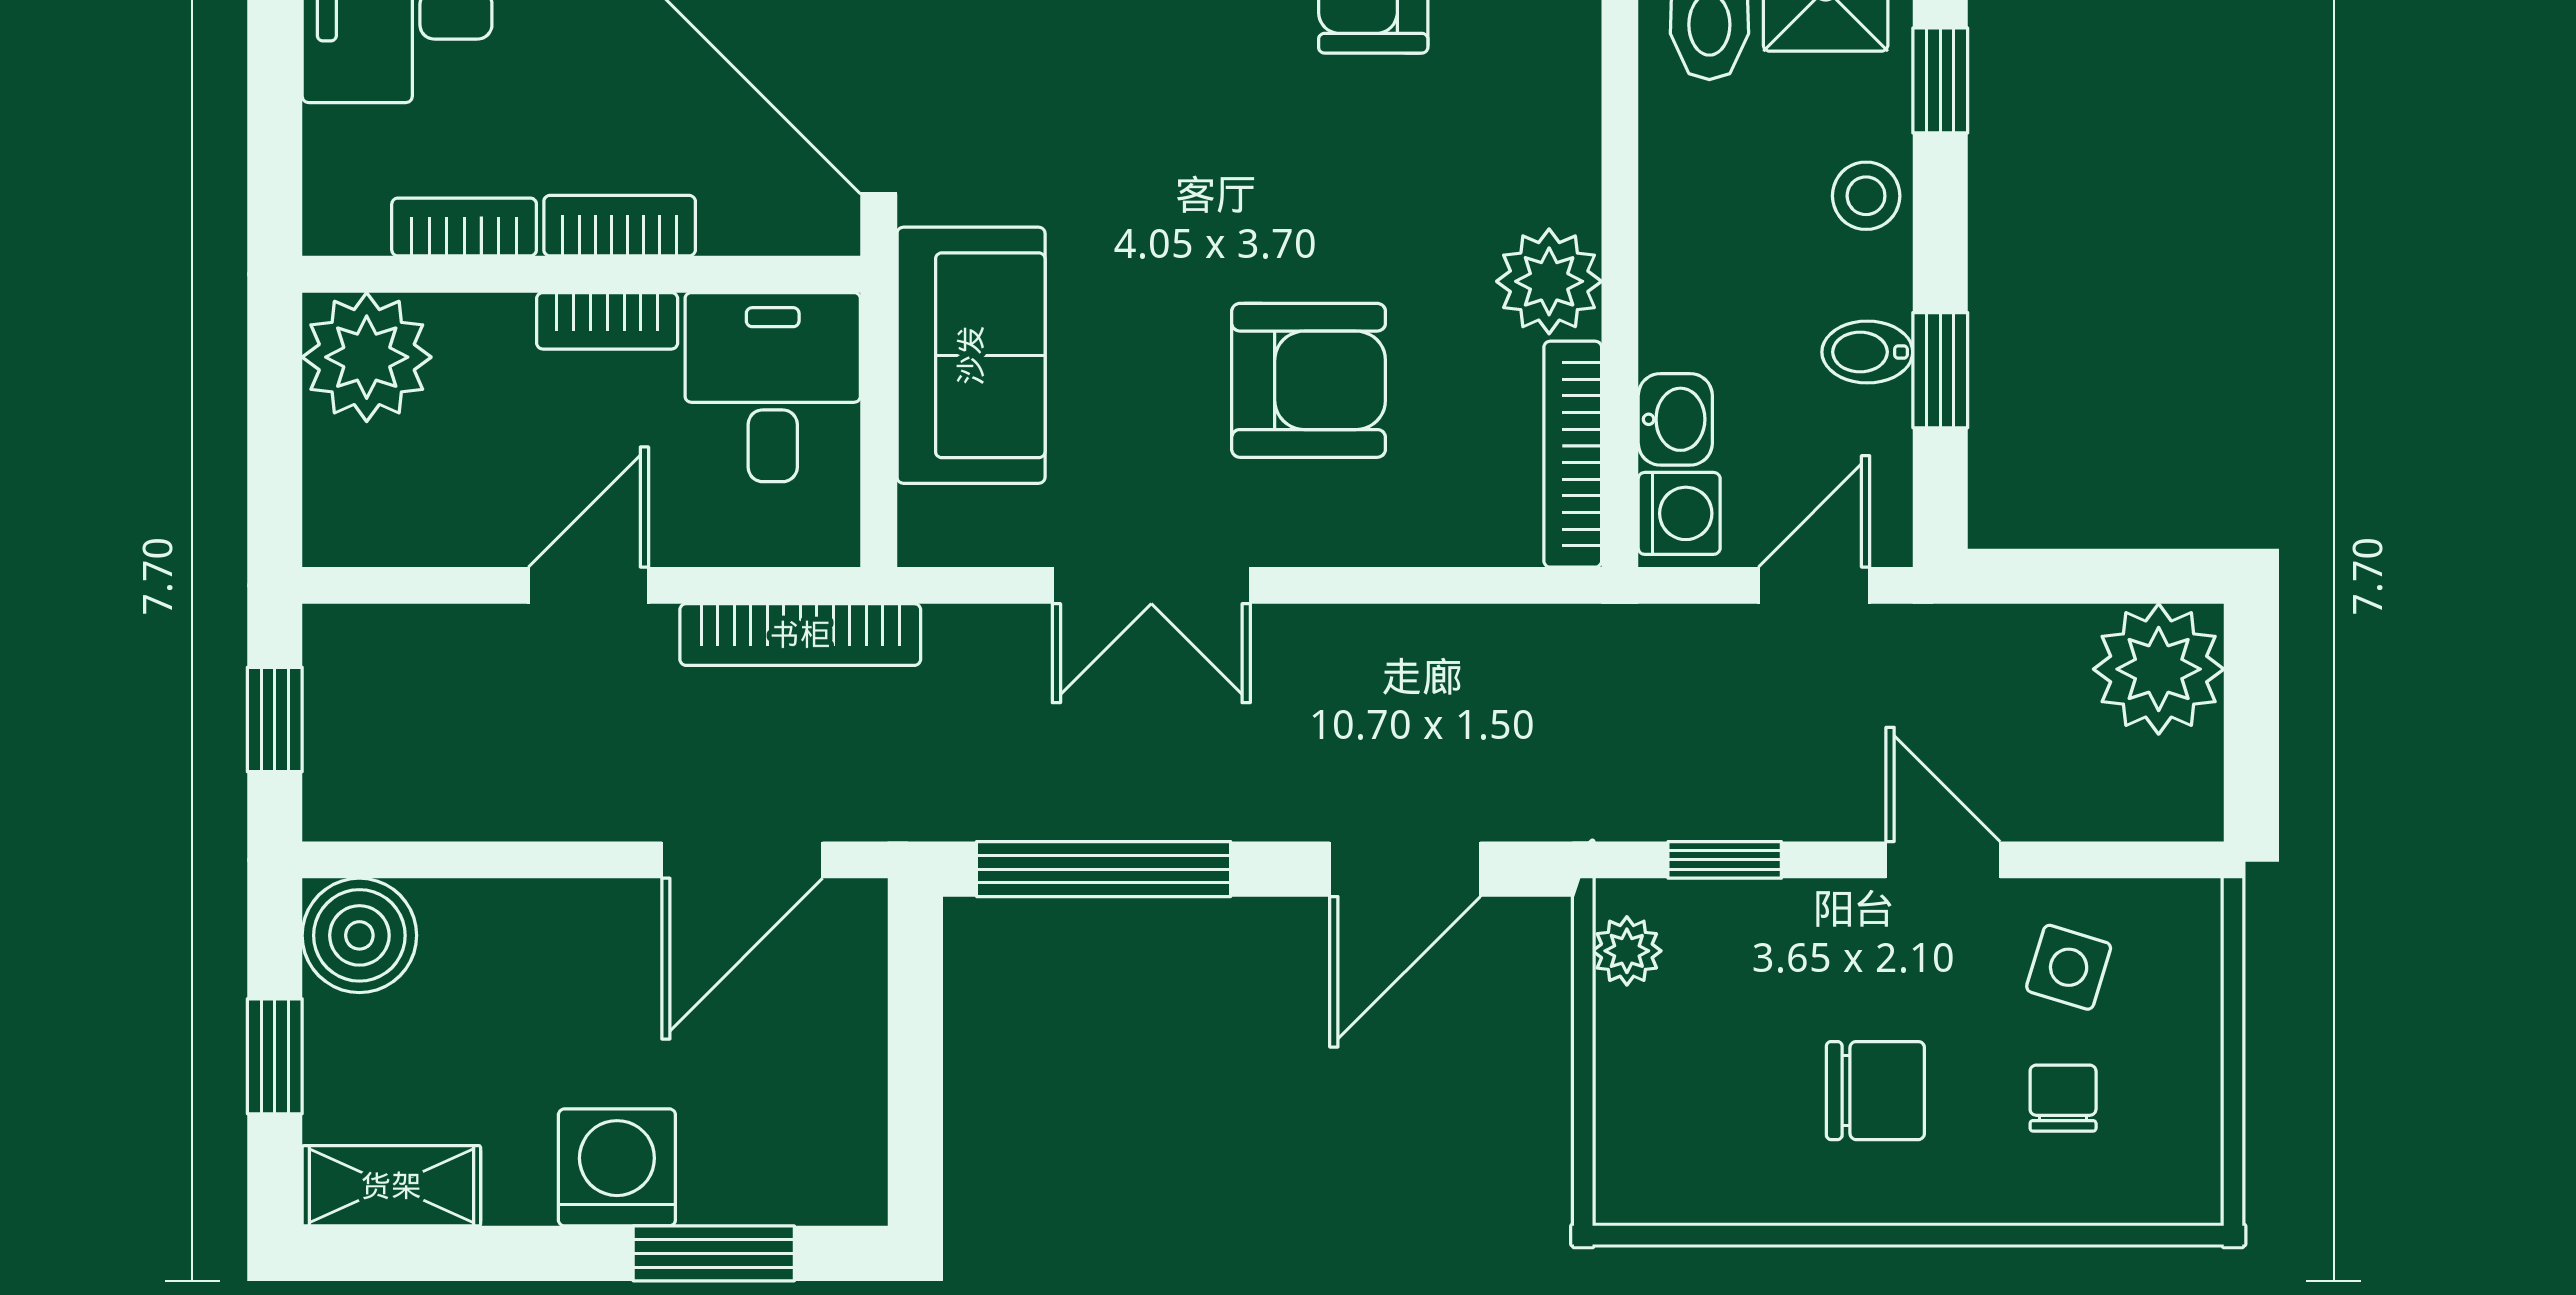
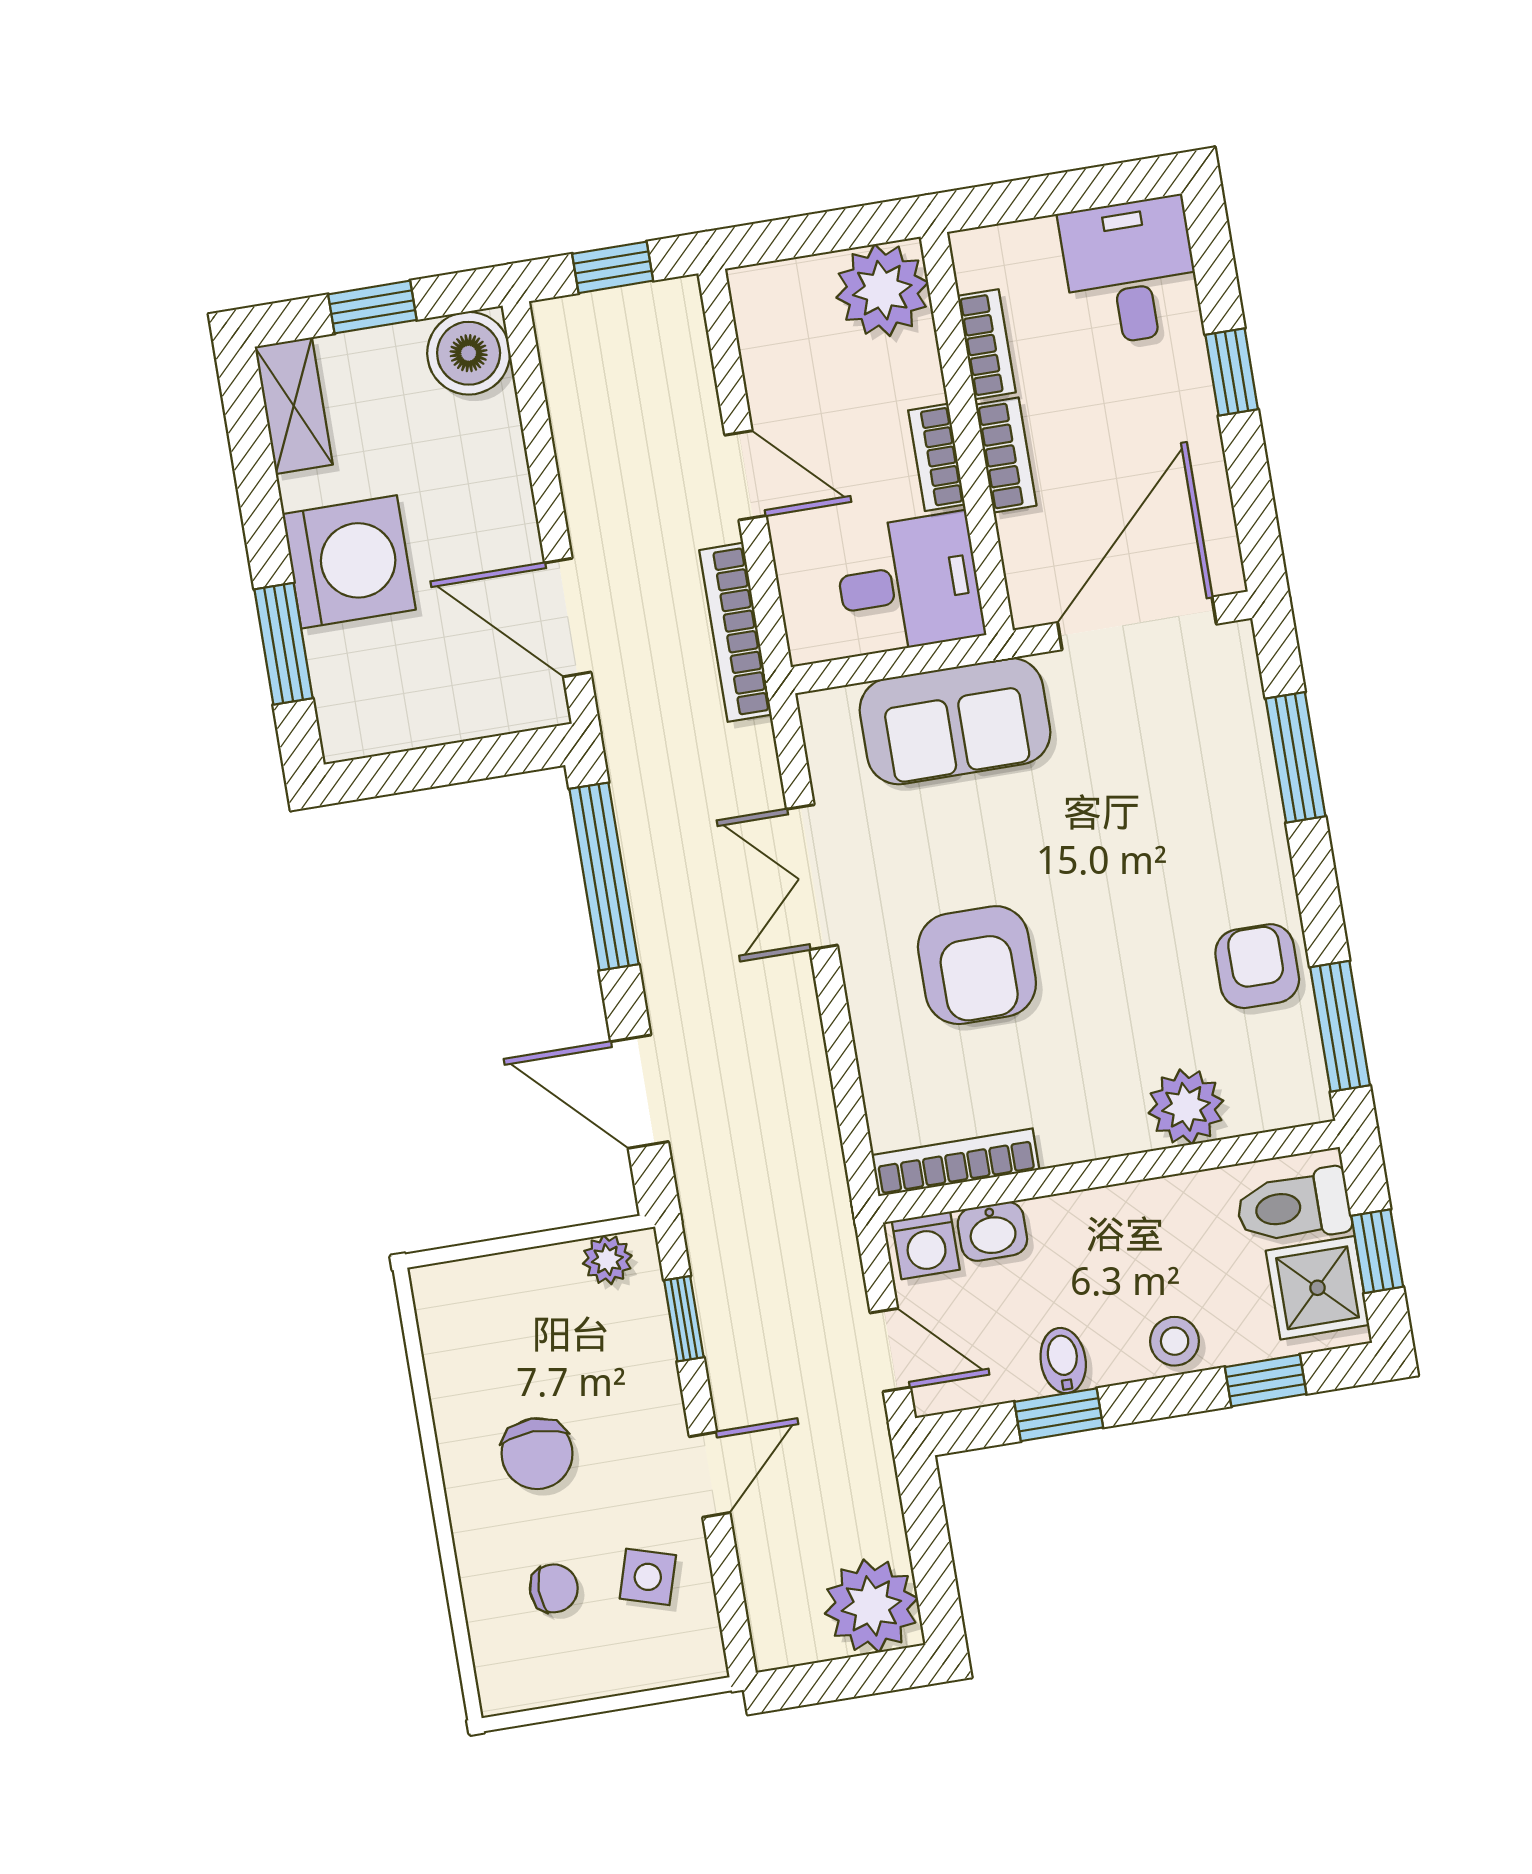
plant: (1549, 281) -> (1186, 1107), moved
washing machine: (617, 1167) -> (349, 562), width x1.37, depth x1.37

